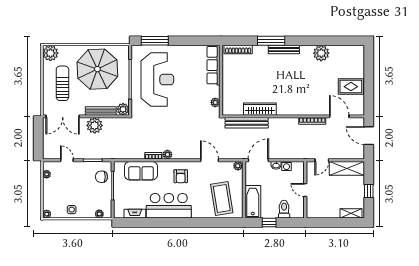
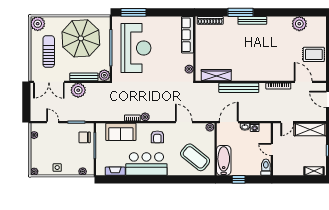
plant: (321, 53) -> (299, 24), moved
wardrobe: (260, 109) -> (216, 75), moved
bench: (247, 123) -> (239, 88), moved
coffee table: (222, 199) -> (195, 157), turned -42
toilet: (284, 209) -> (266, 167), moved

